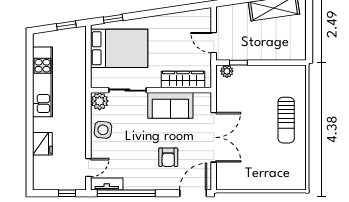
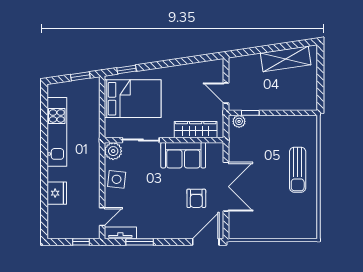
armchair: (168, 157) -> (196, 198), moved
window: (126, 193) -> (140, 242), width x0.47

